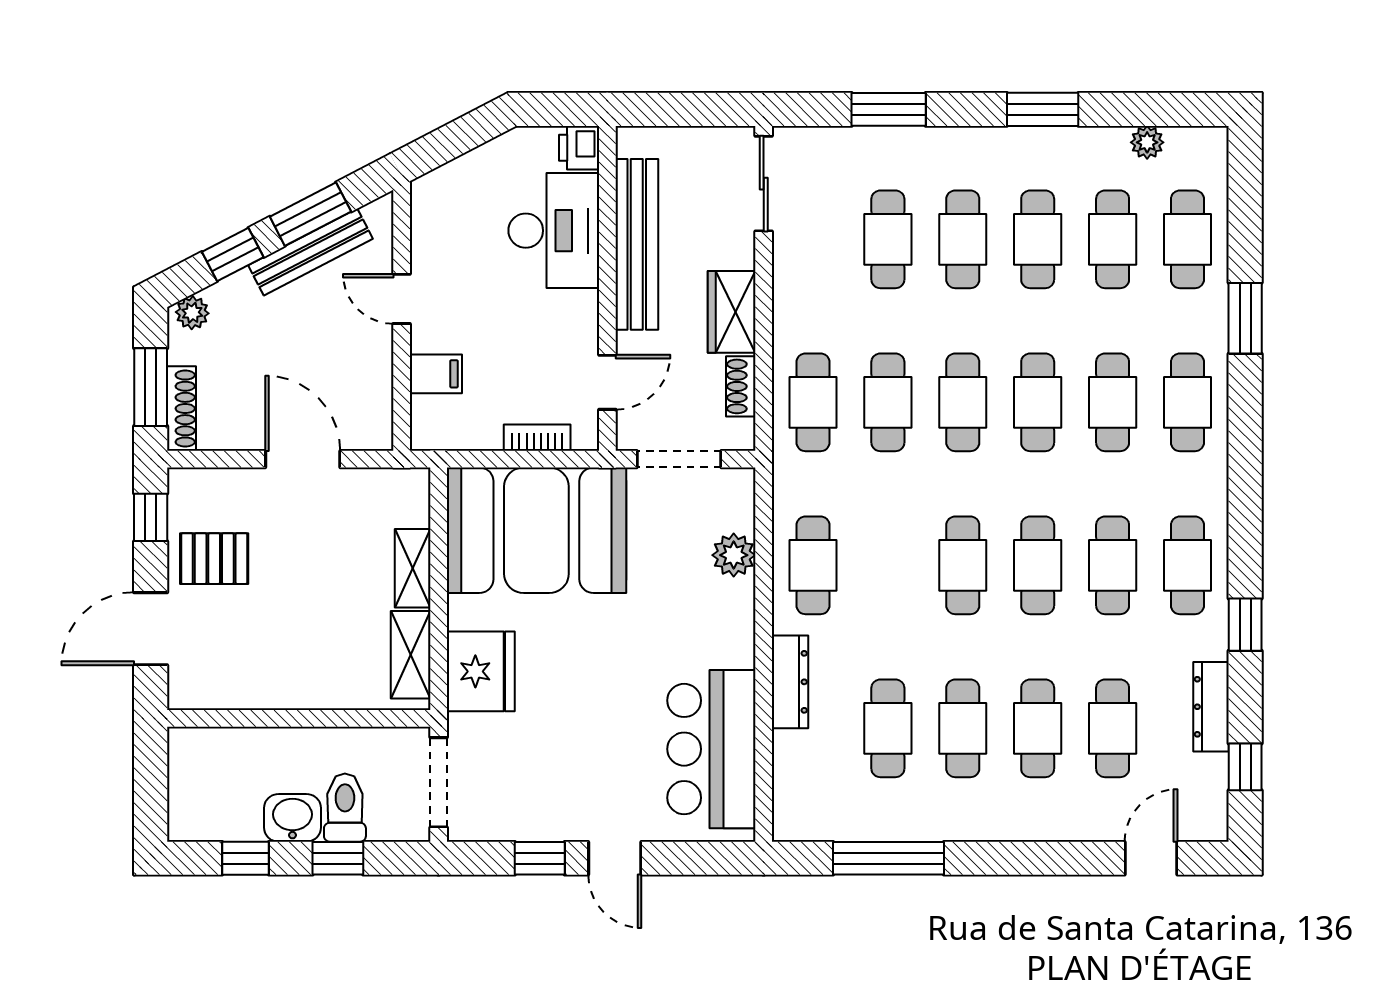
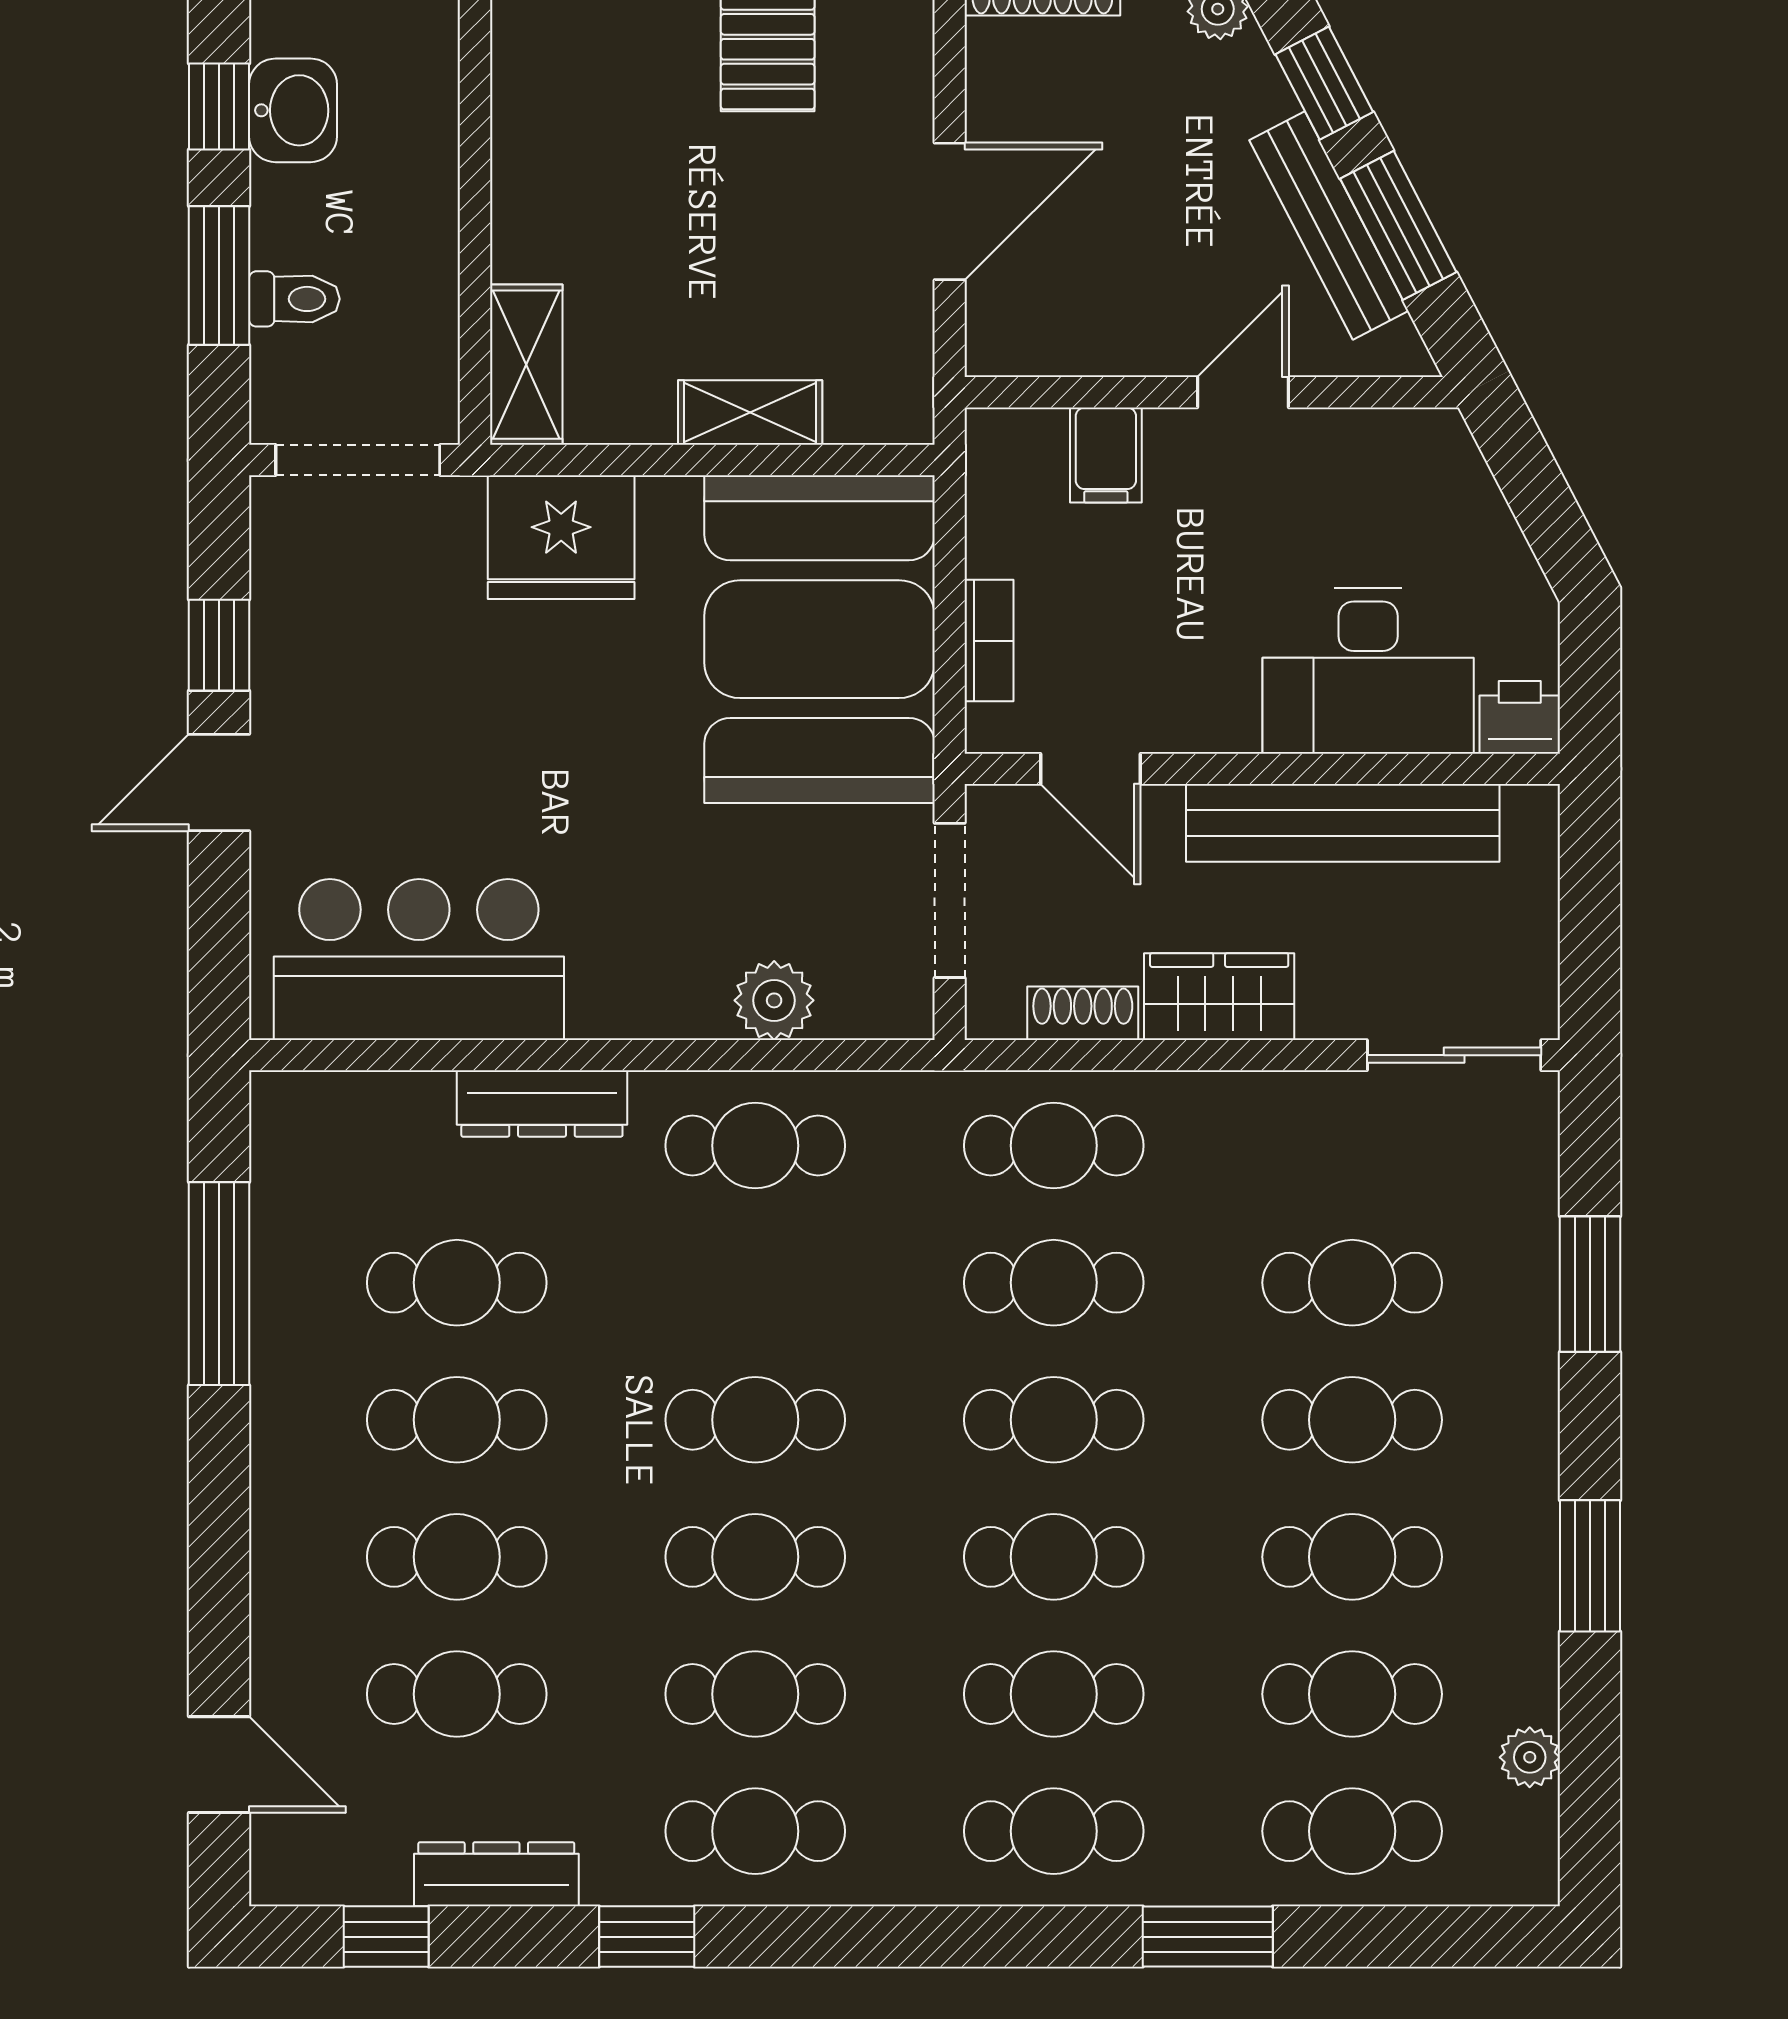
shelving: (411, 655) -> (526, 365), moved, turned 90
toilet: (345, 808) -> (294, 299), width x0.73, depth x0.72
washbasin: (292, 818) -> (293, 110), moved
window: (338, 858) -> (219, 275), width x1.50

